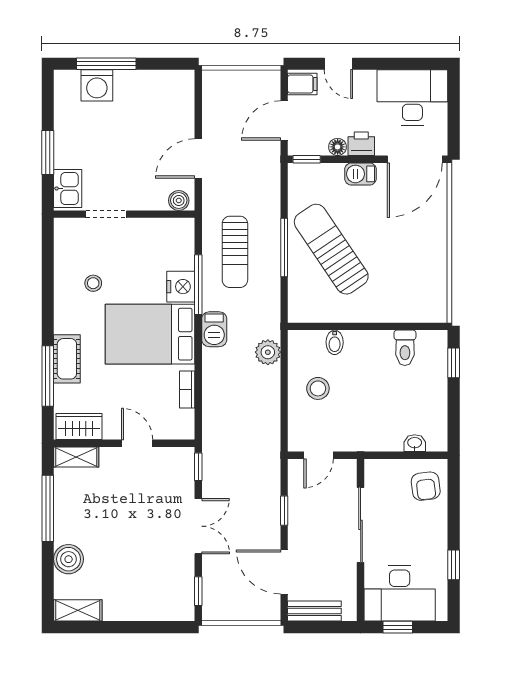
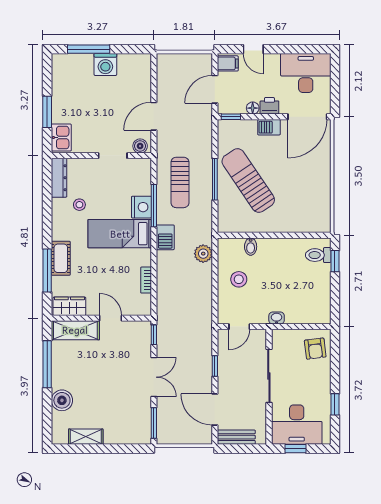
washing machine: (97, 85) -> (105, 64), moved
doorway: (106, 214) -> (113, 156), moved
dresser: (65, 245) -> (59, 178), added
bed: (150, 334) -> (120, 234), width x0.67
toilet: (405, 348) -> (318, 255), moved, turned 90
washbasin: (415, 443) -> (277, 318), moved
shelving: (76, 457) -> (75, 330), width x1.50, depth x1.33
window: (198, 591) -> (154, 423), width x1.50
shelving: (78, 610) -> (86, 437), moved

